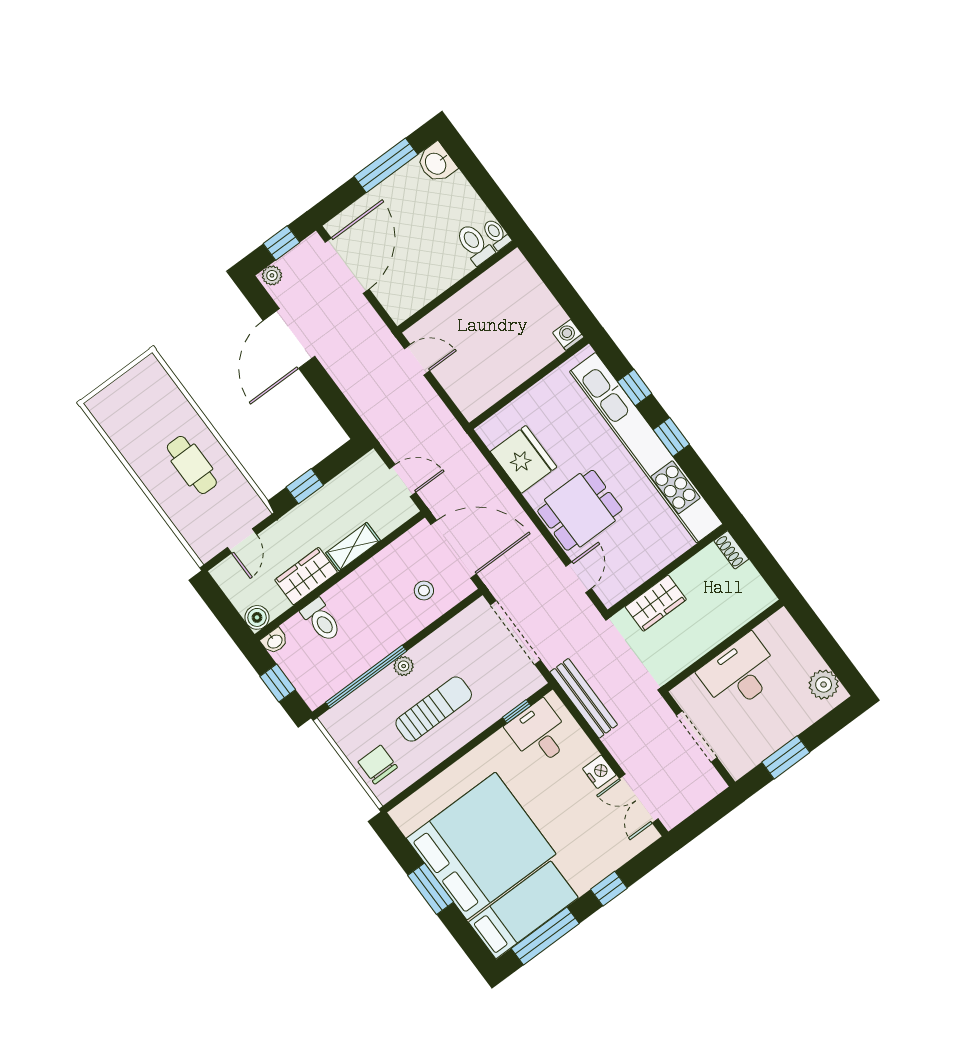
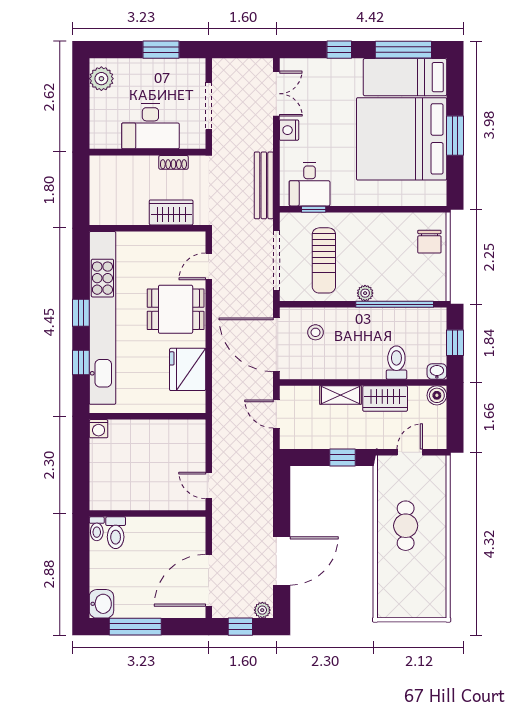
shoe rack: (731, 550) -> (173, 162), moved, turned 90
sun lounger: (434, 709) -> (324, 260), moved, turned -90

